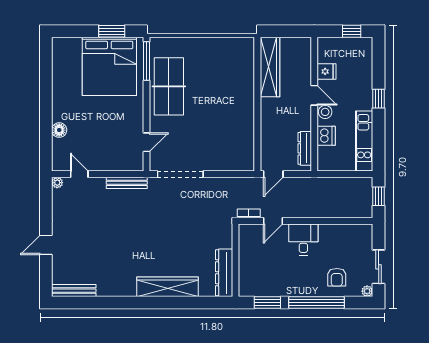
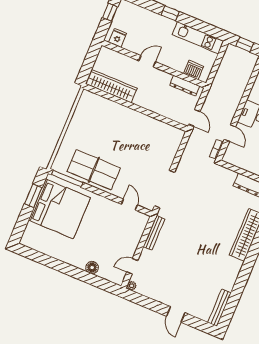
fridge: (327, 71) -> (118, 38), moved
stool: (325, 112) -> (163, 58), removed
dishwasher: (326, 136) -> (193, 70), moved

